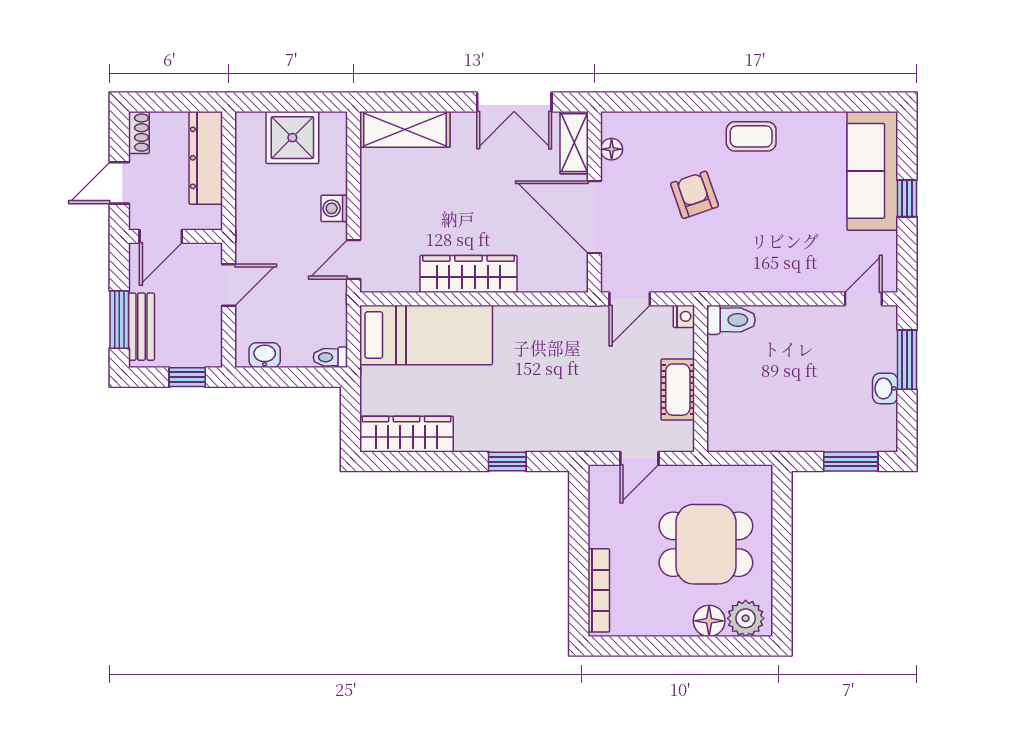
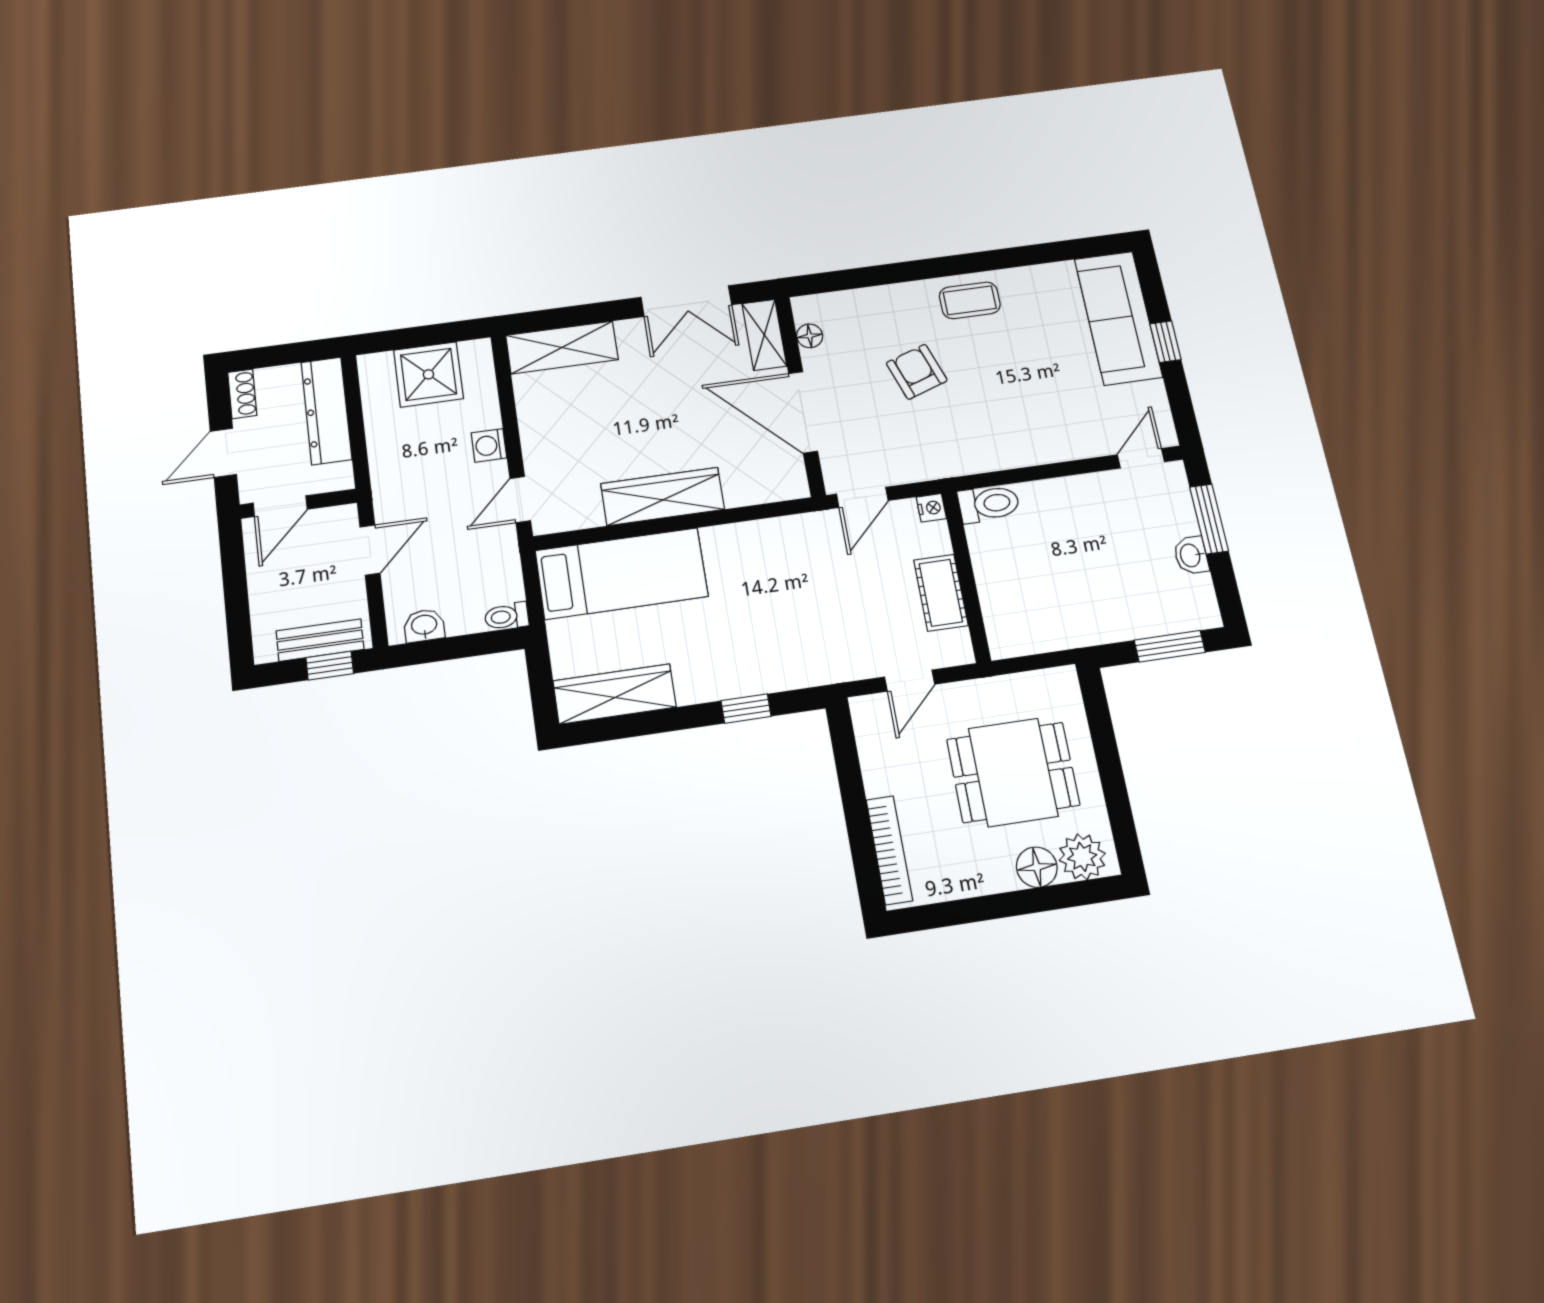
window: (119, 320) -> (237, 610), removed
bench: (141, 327) -> (320, 640), moved, turned 90

